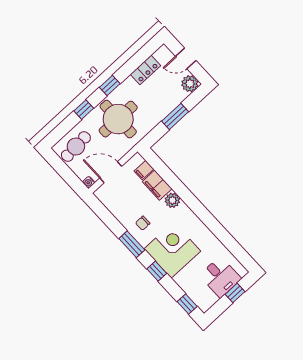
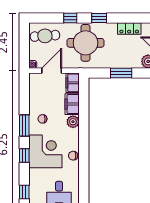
filing cabinet: (144, 170) -> (73, 83), width x2.00
door: (111, 172) -> (52, 71), hinge flipped
chair: (201, 231) -> (73, 156), added

